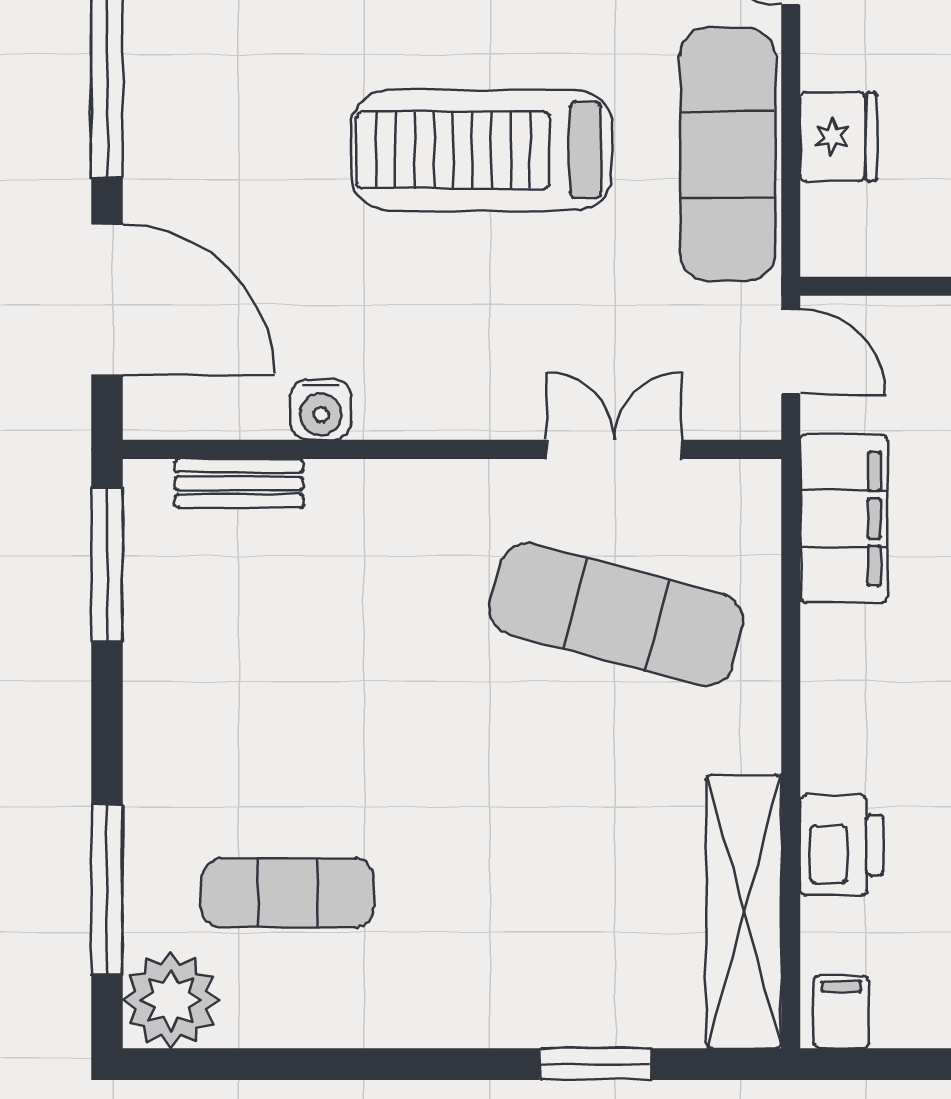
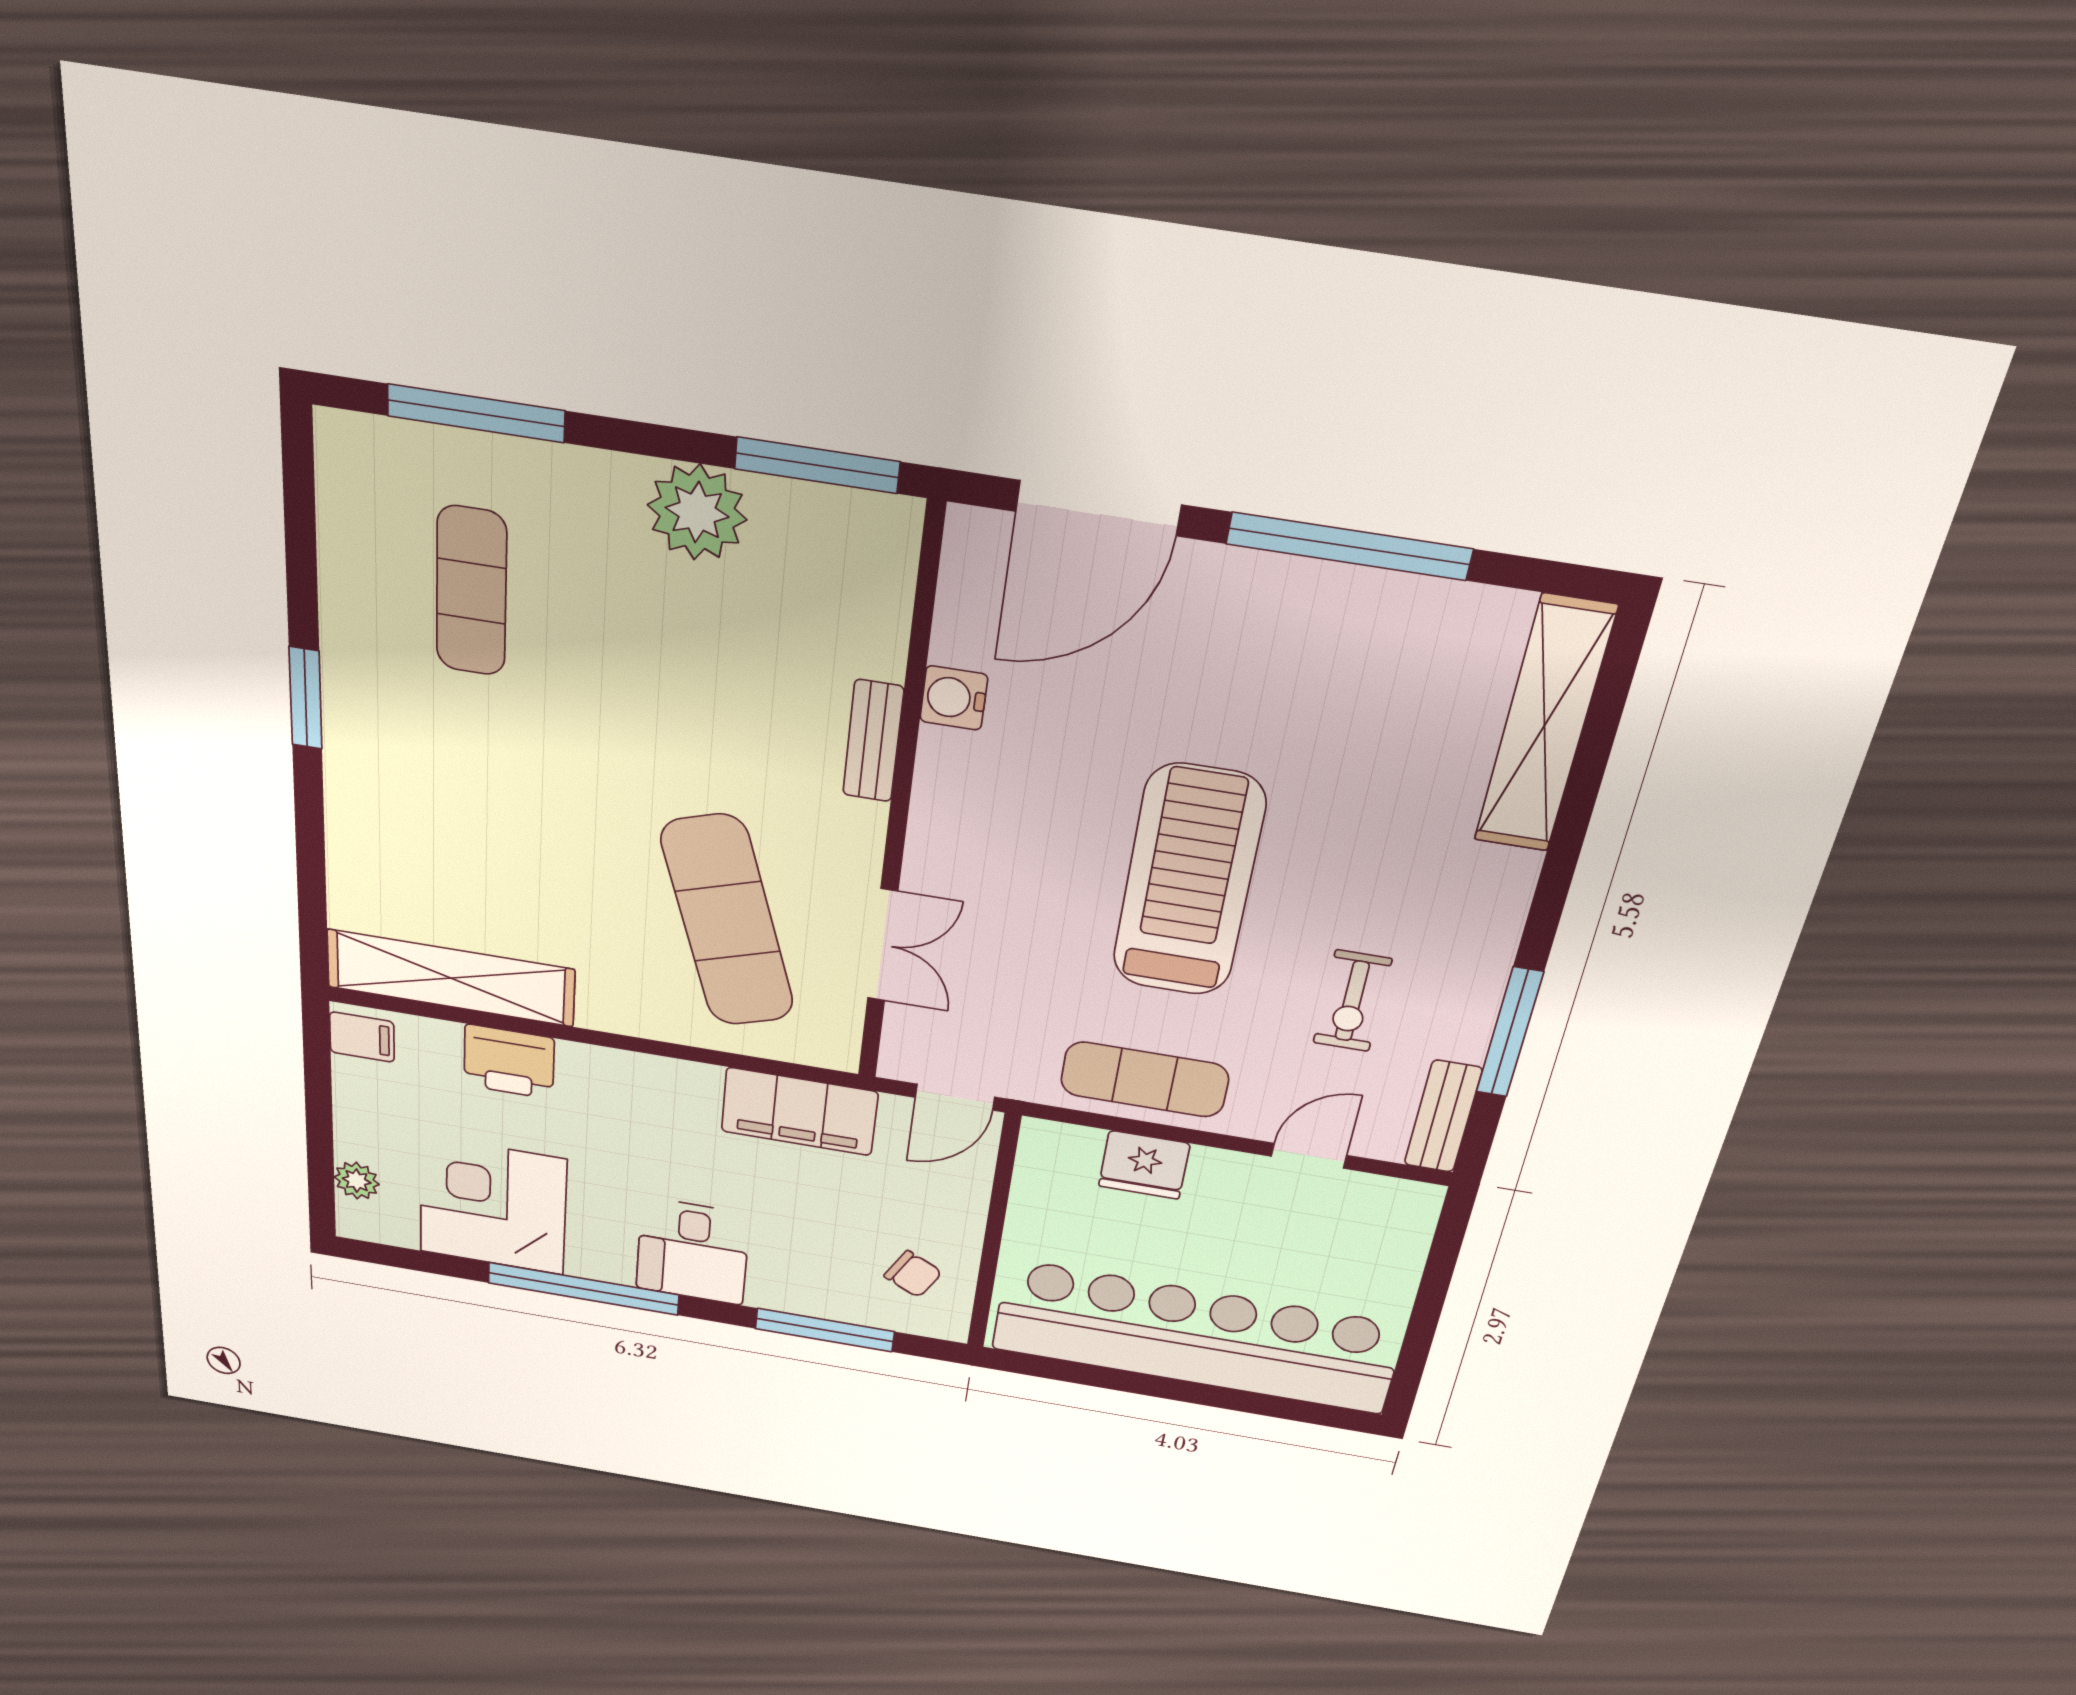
exercise mat: (728, 154) -> (1145, 1079), width x0.73, depth x0.69
bench: (239, 483) -> (873, 741), moved
exercise mat: (616, 614) -> (728, 921), turned -33
plant: (171, 1000) -> (697, 512), moved
window: (595, 1064) -> (306, 698), moved

